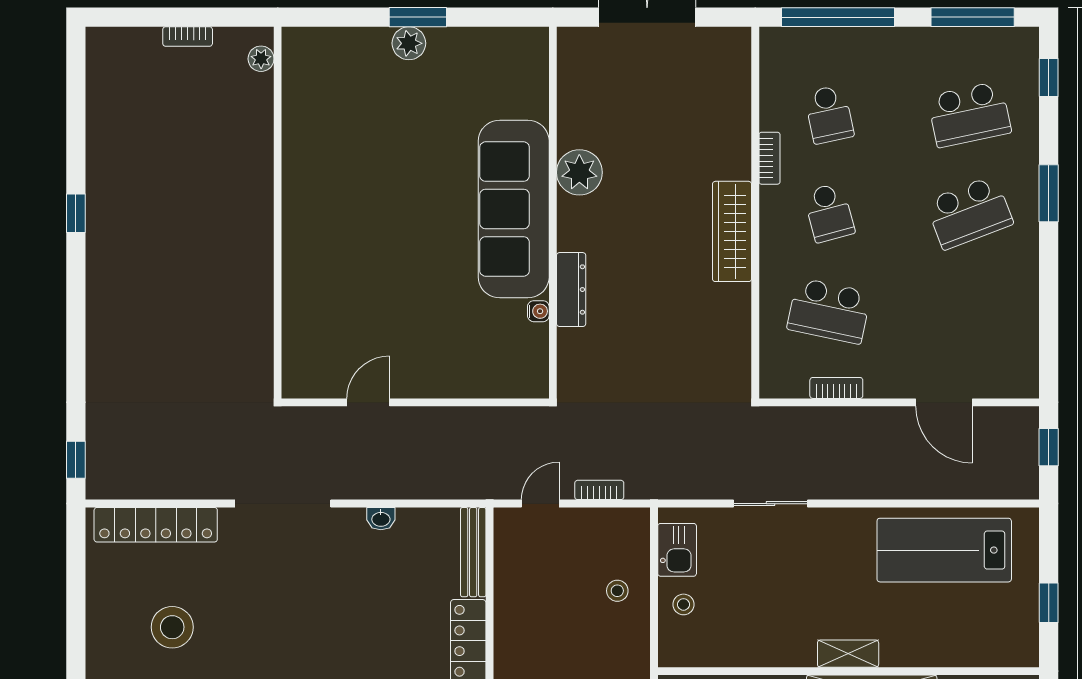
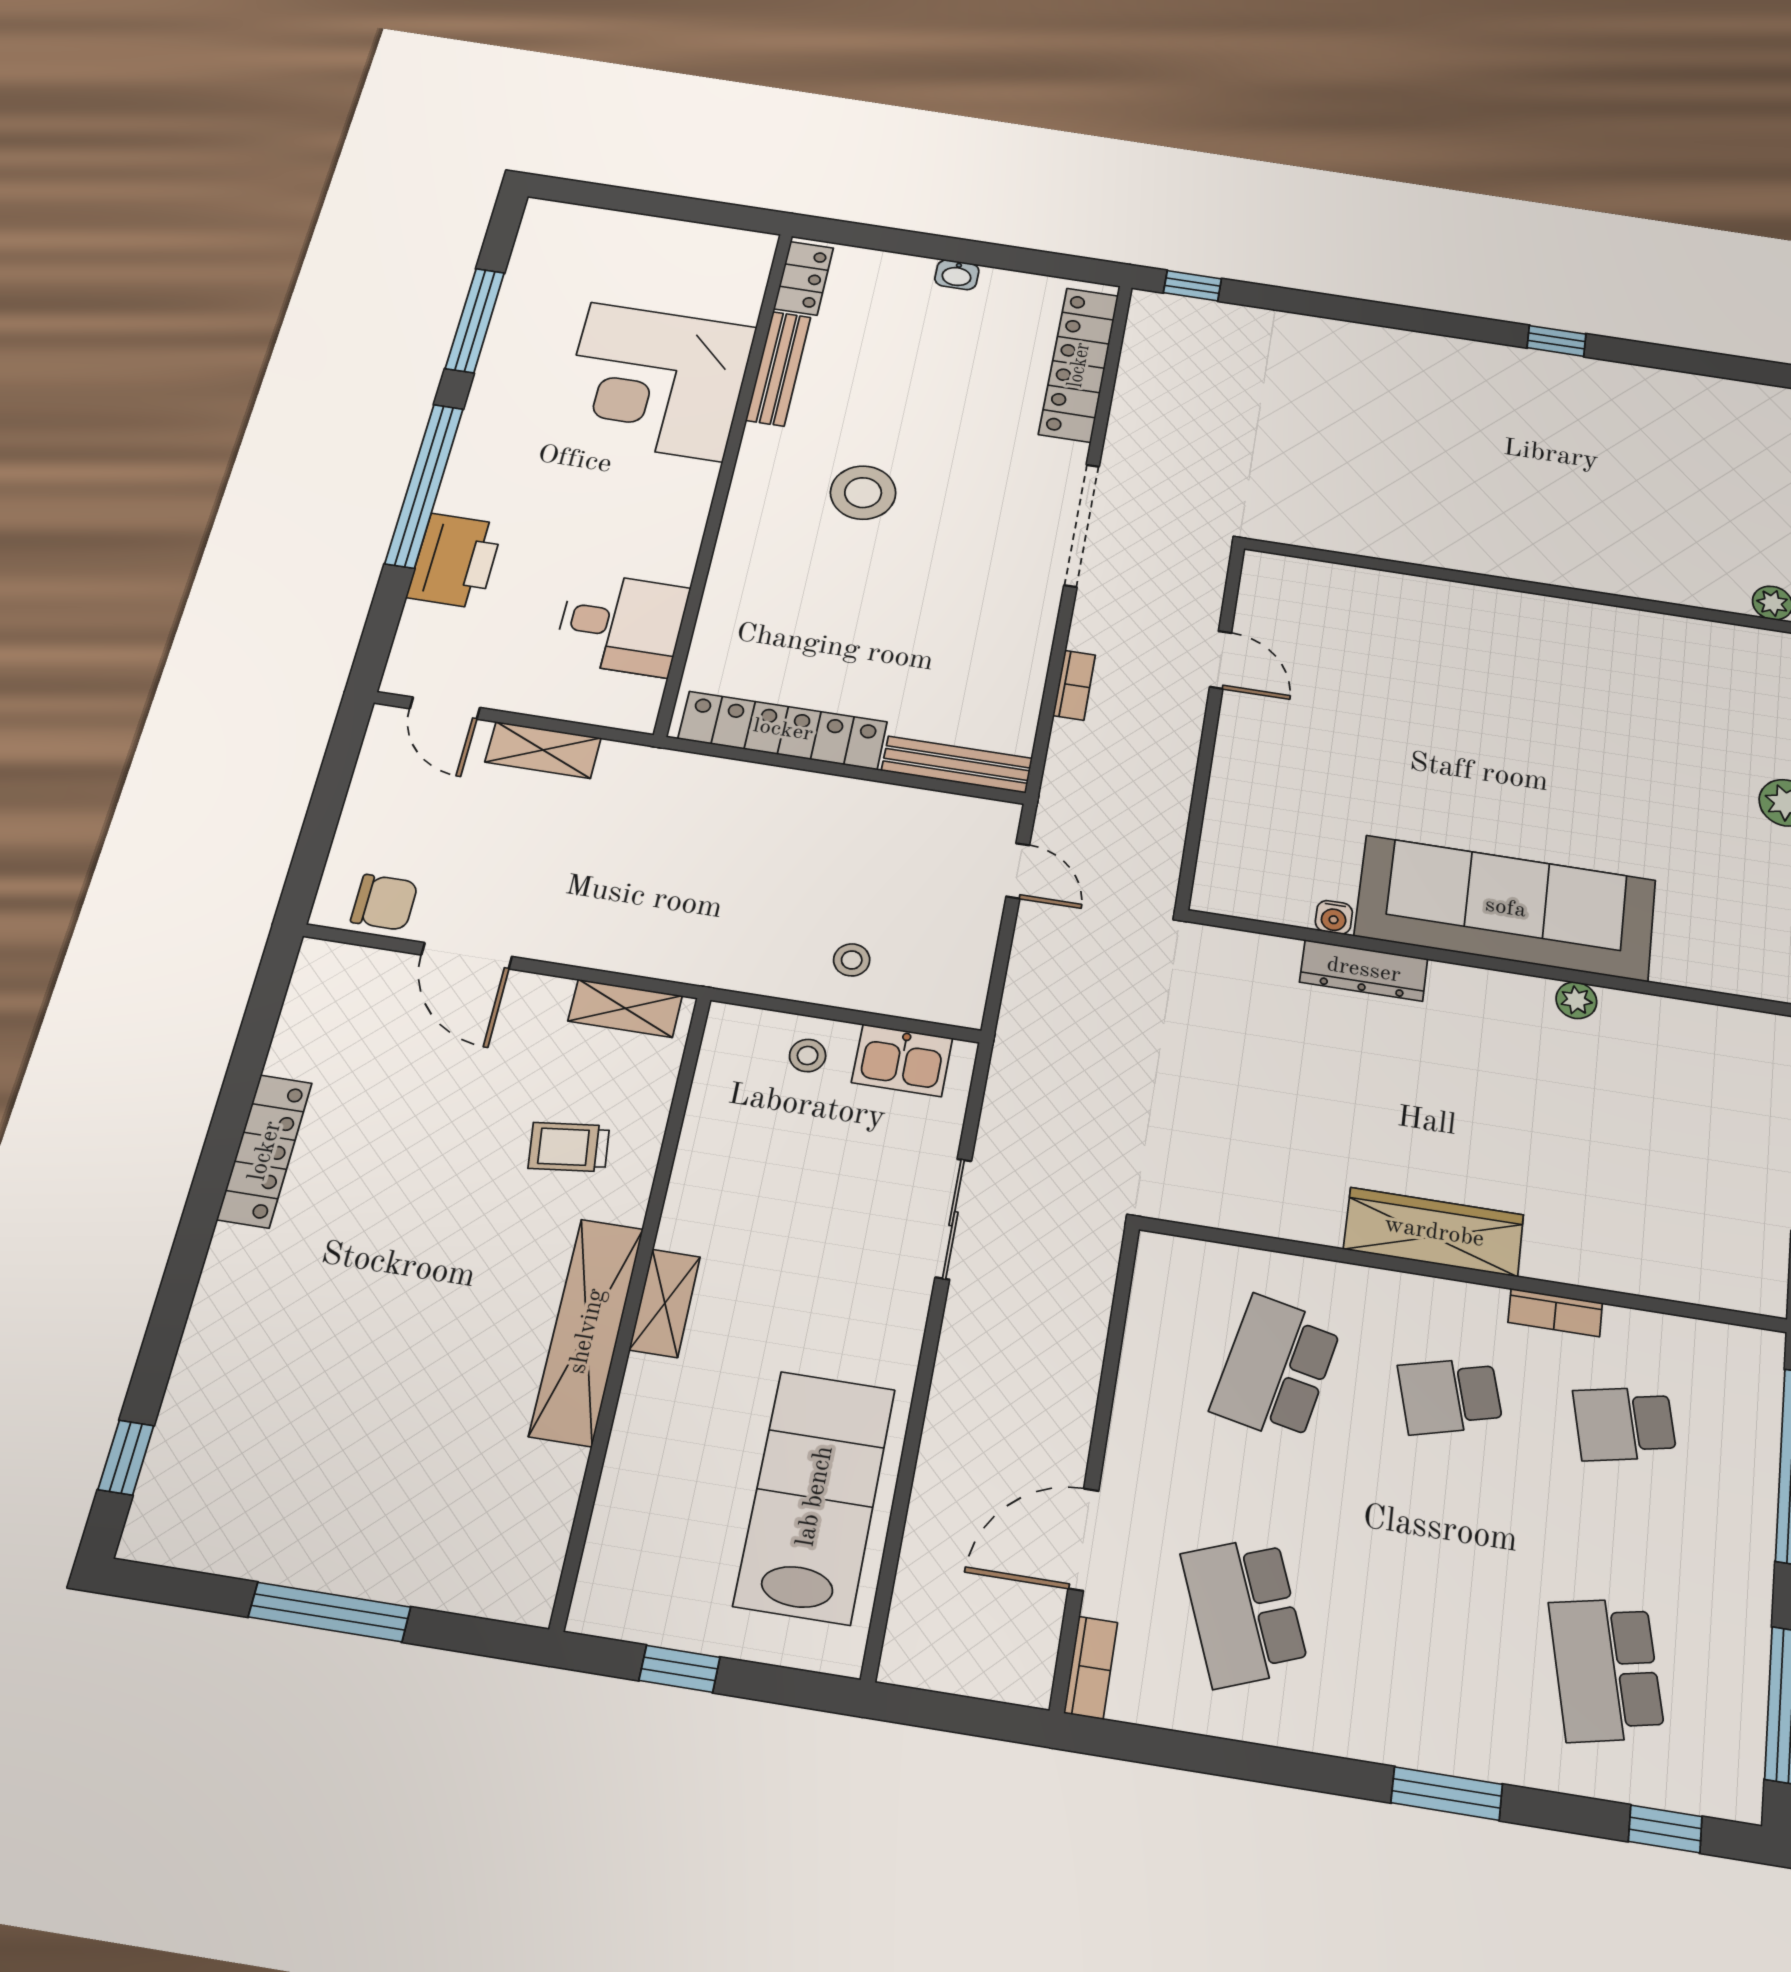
plant: (579, 172) -> (1576, 1000), width x0.53, depth x0.53
school desk: (969, 213) -> (1245, 1611), moved
bookcase: (836, 388) -> (1091, 1668), moved
window: (1049, 447) -> (970, 1716), removed
bookcase: (599, 490) -> (1074, 685), moved
washbasin: (381, 519) -> (957, 275), moved, turned -90
stool: (172, 627) -> (863, 493), moved

